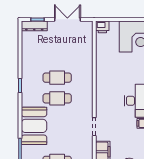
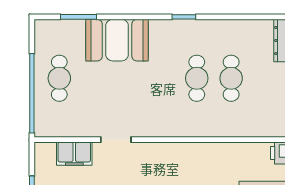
cafe table: (57, 98) -> (231, 78), moved

